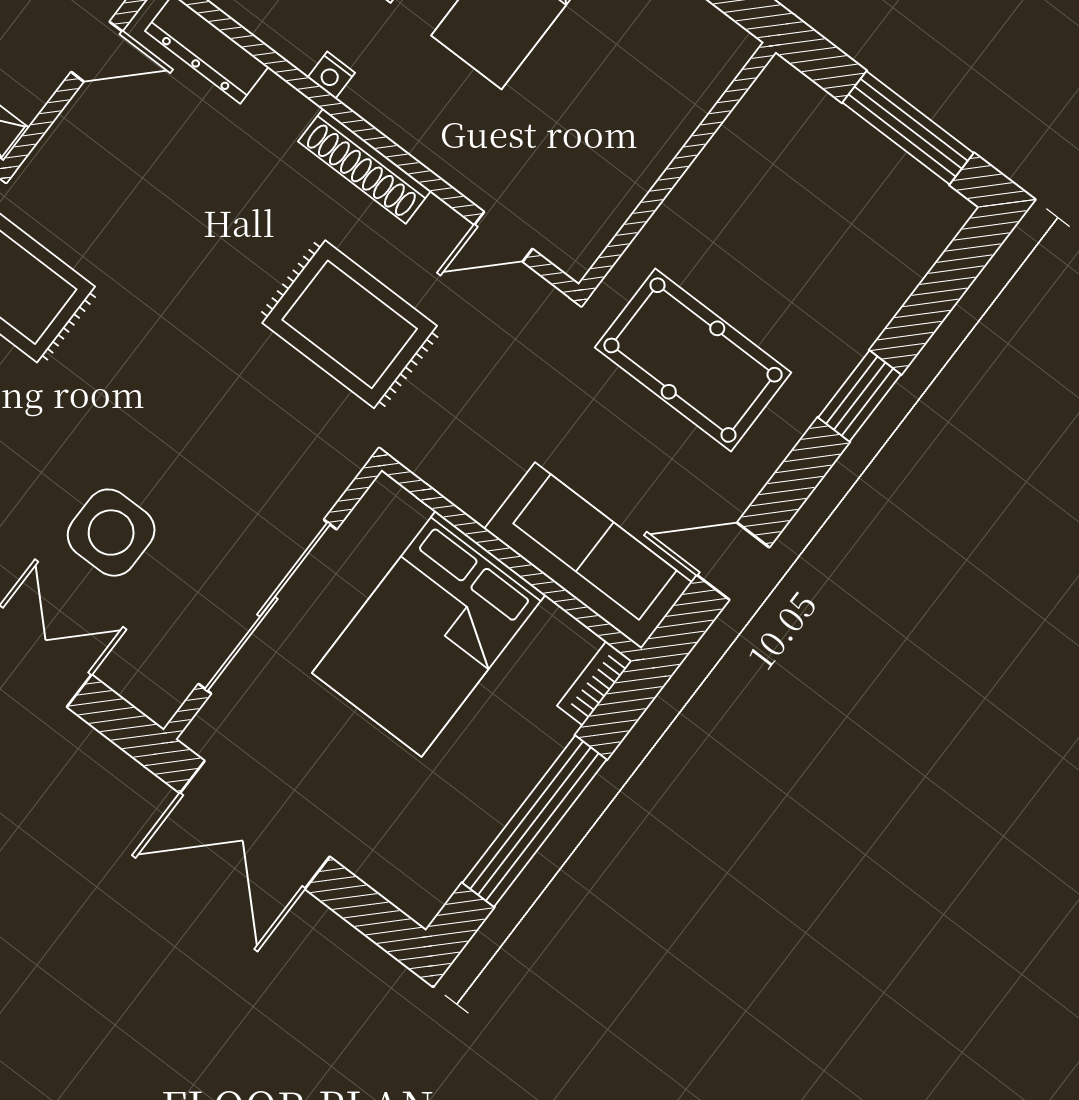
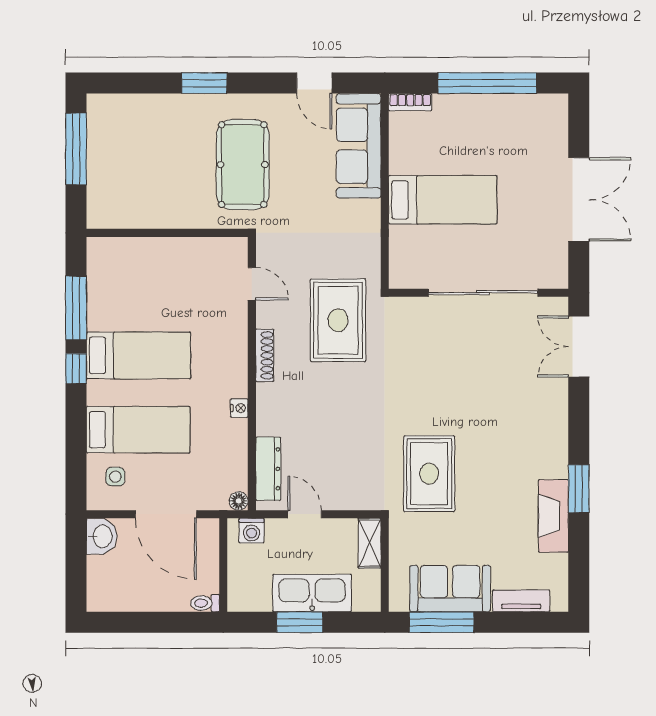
shoe rack: (364, 166) -> (265, 355), width x0.74, depth x0.81
side table: (111, 533) -> (502, 354), removed
wall: (273, 600) -> (479, 293), moved
sliding door: (267, 607) -> (483, 293), moved
bed: (429, 634) -> (443, 200), width x0.67

